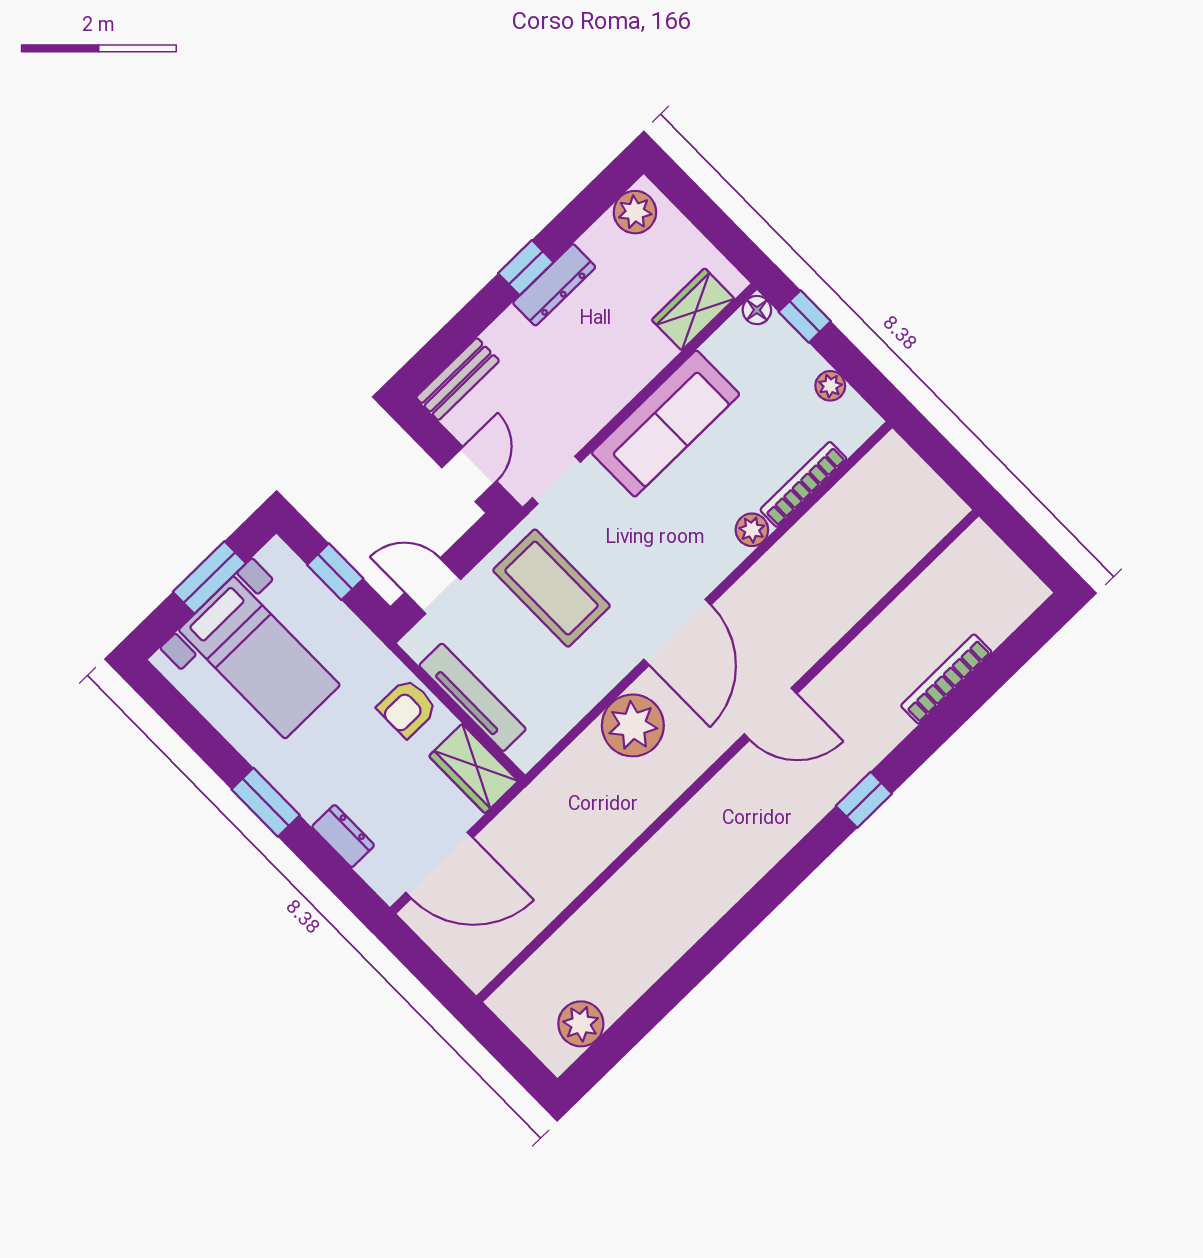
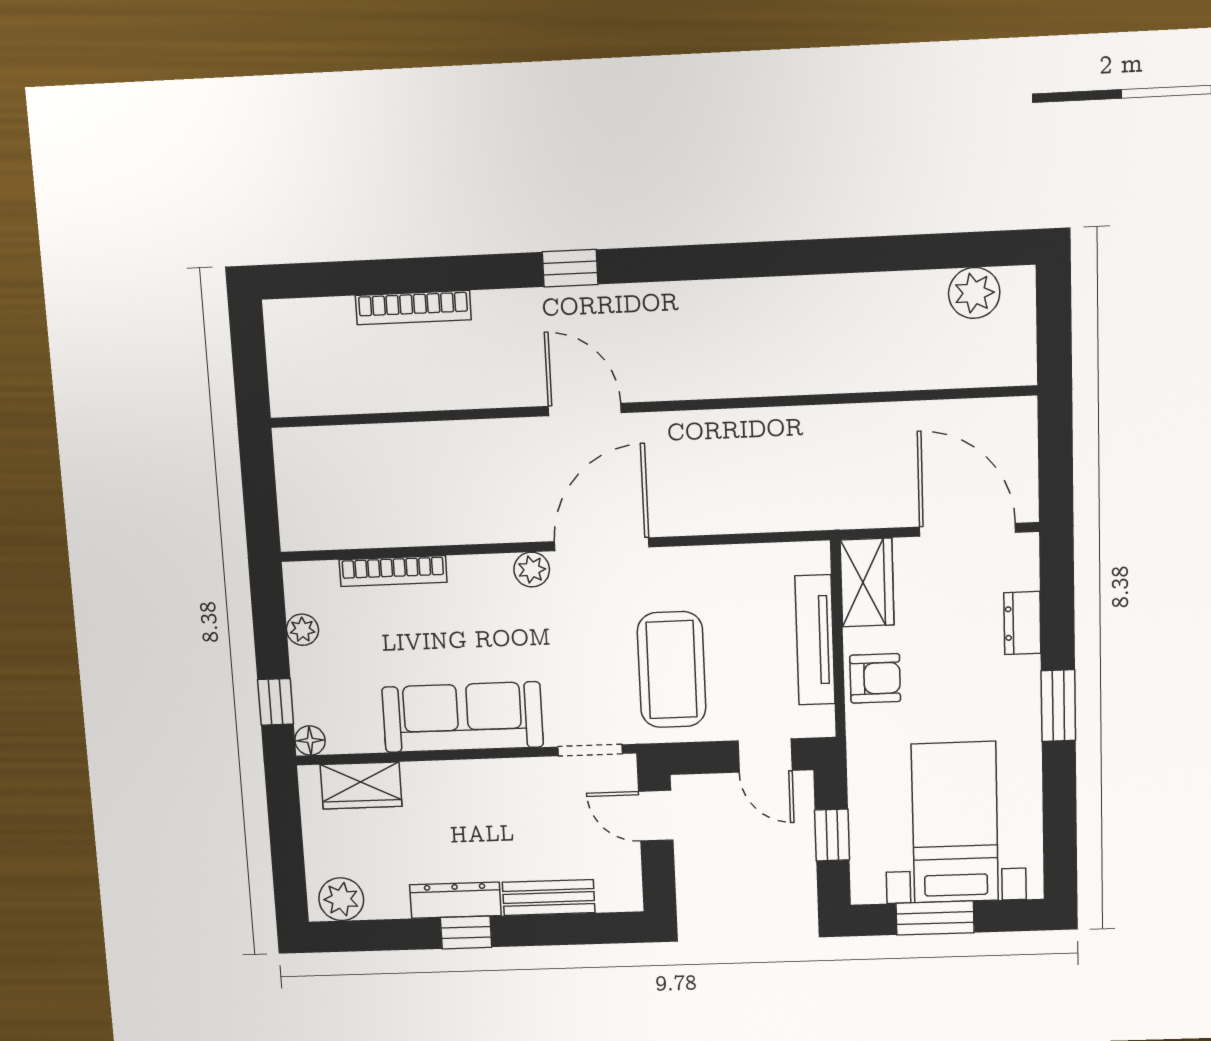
bench: (458, 379) -> (549, 897), moved
door: (469, 474) -> (656, 816), hinge flipped
plant: (752, 530) -> (532, 570), moved
plant: (633, 725) -> (706, 501), removed

